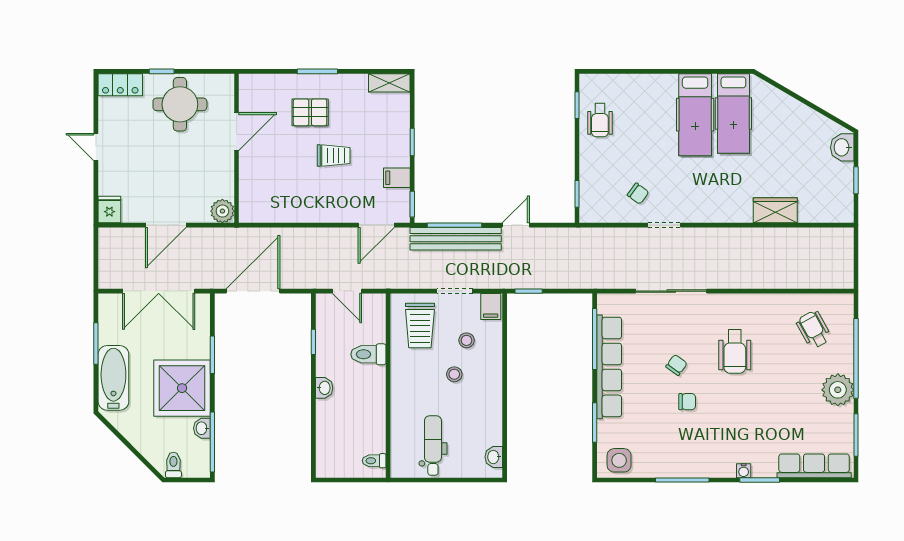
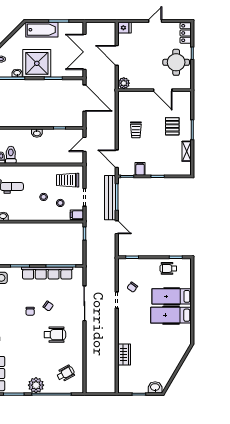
shelving: (389, 83) -> (187, 151), moved
hospital bed: (733, 113) -> (172, 296), moved
trolley: (334, 156) -> (136, 130), moved
wheelchair: (735, 352) -> (55, 335), turned 180
toilet: (368, 354) -> (11, 155), moved

